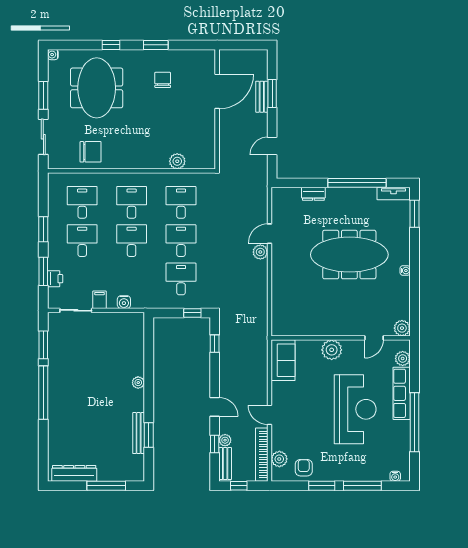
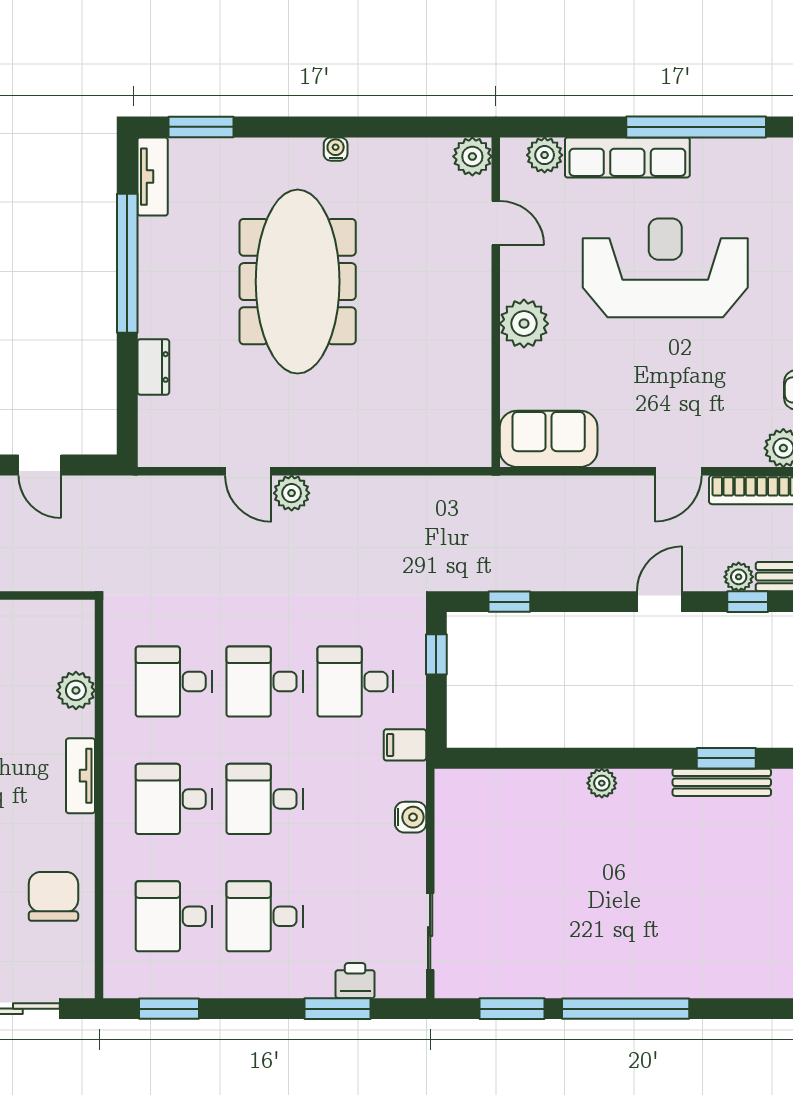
tv unit: (141, 163) -> (81, 776), added
window: (43, 229) -> (169, 1009), moved
filing cabinet: (100, 300) -> (405, 745), moved

